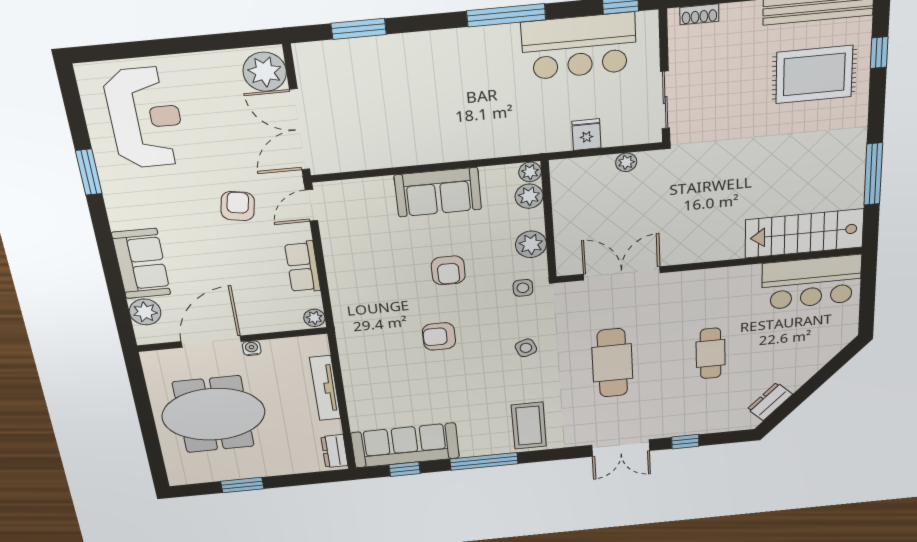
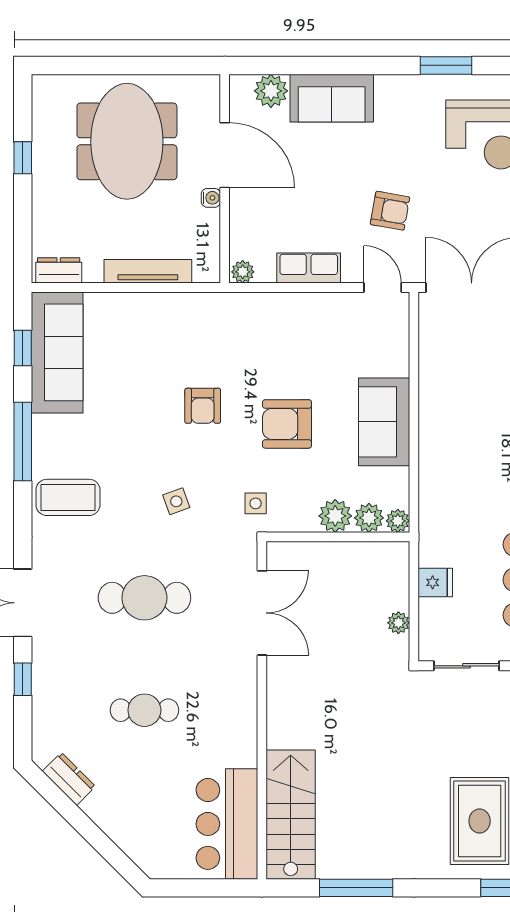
plant: (531, 244) -> (335, 516), moved
armchair: (448, 270) -> (287, 424), width x1.38, depth x1.38
armchair: (439, 336) -> (203, 406), turned 180
window: (242, 485) -> (23, 158), width x0.67

